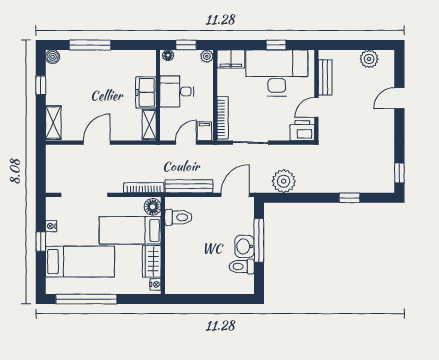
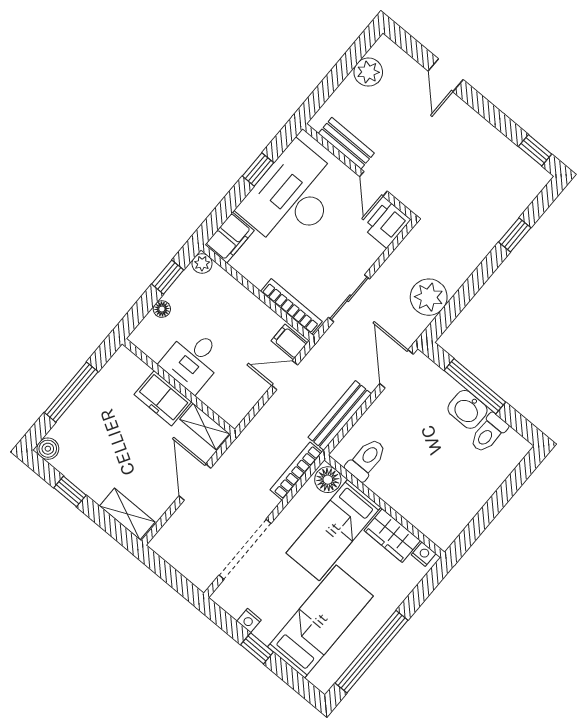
desk: (177, 91) -> (193, 360), moved
freezer: (146, 92) -> (163, 398), moved
wall: (158, 95) -> (178, 387), moved
shelving: (149, 125) -> (205, 426), moved
door: (186, 143) -> (285, 375), hinge flipped

